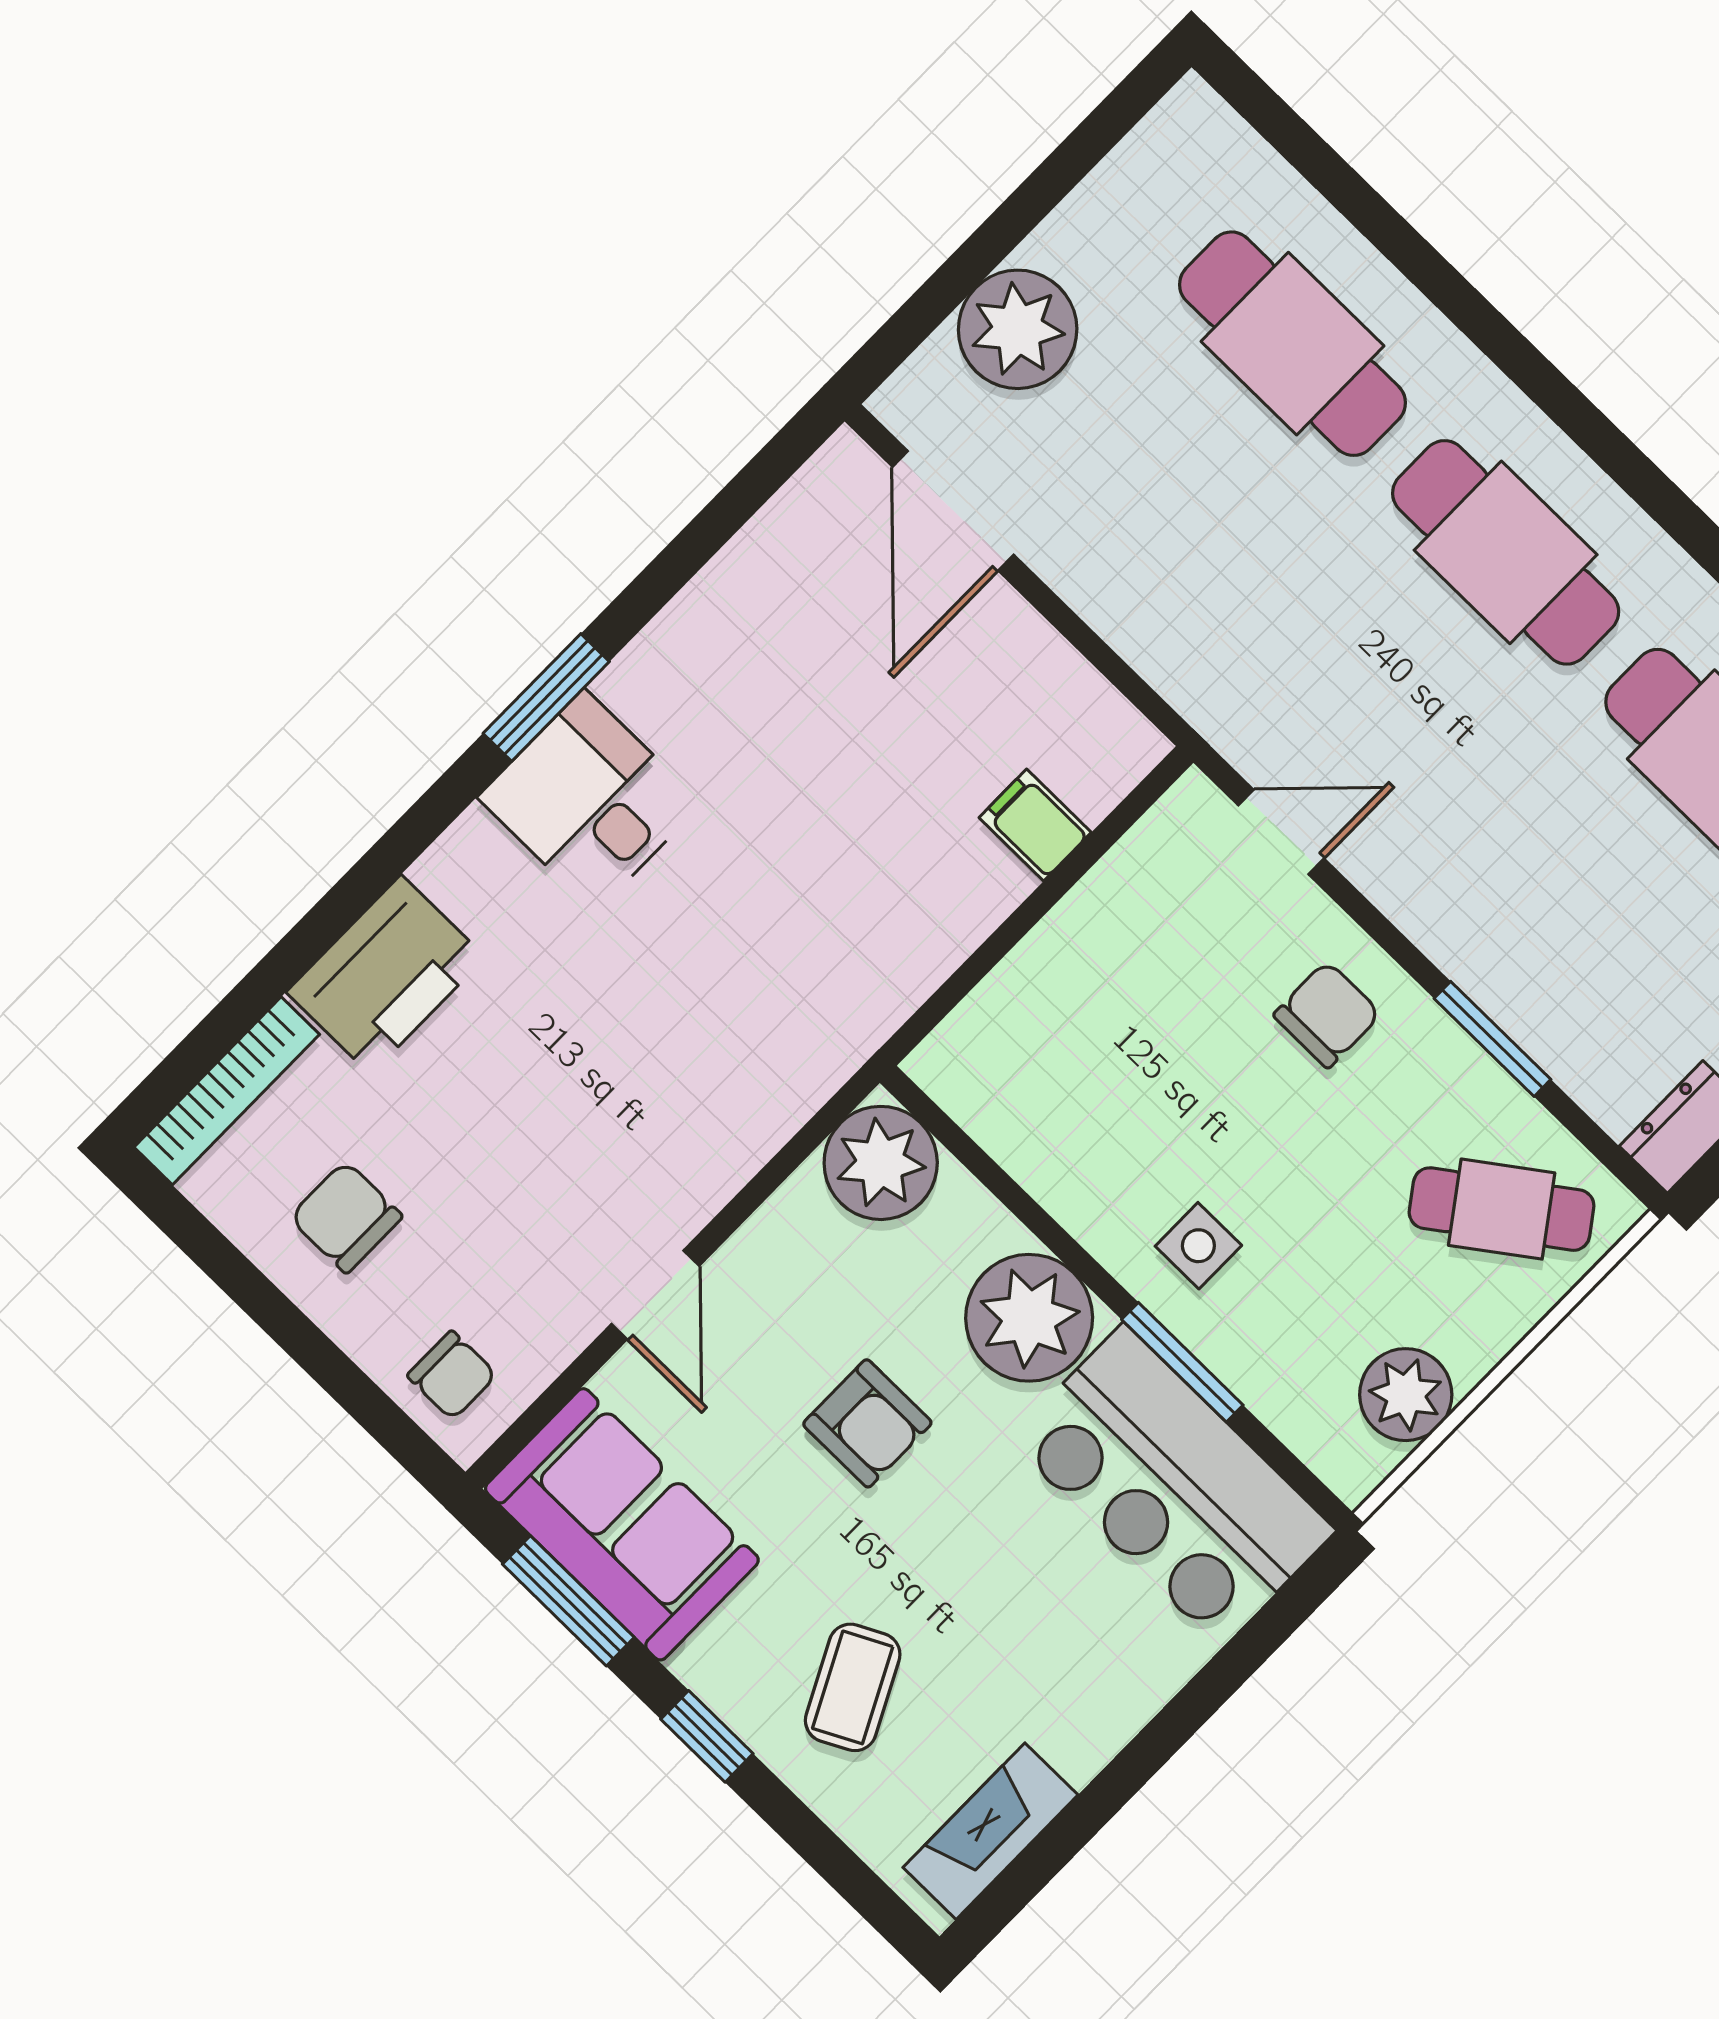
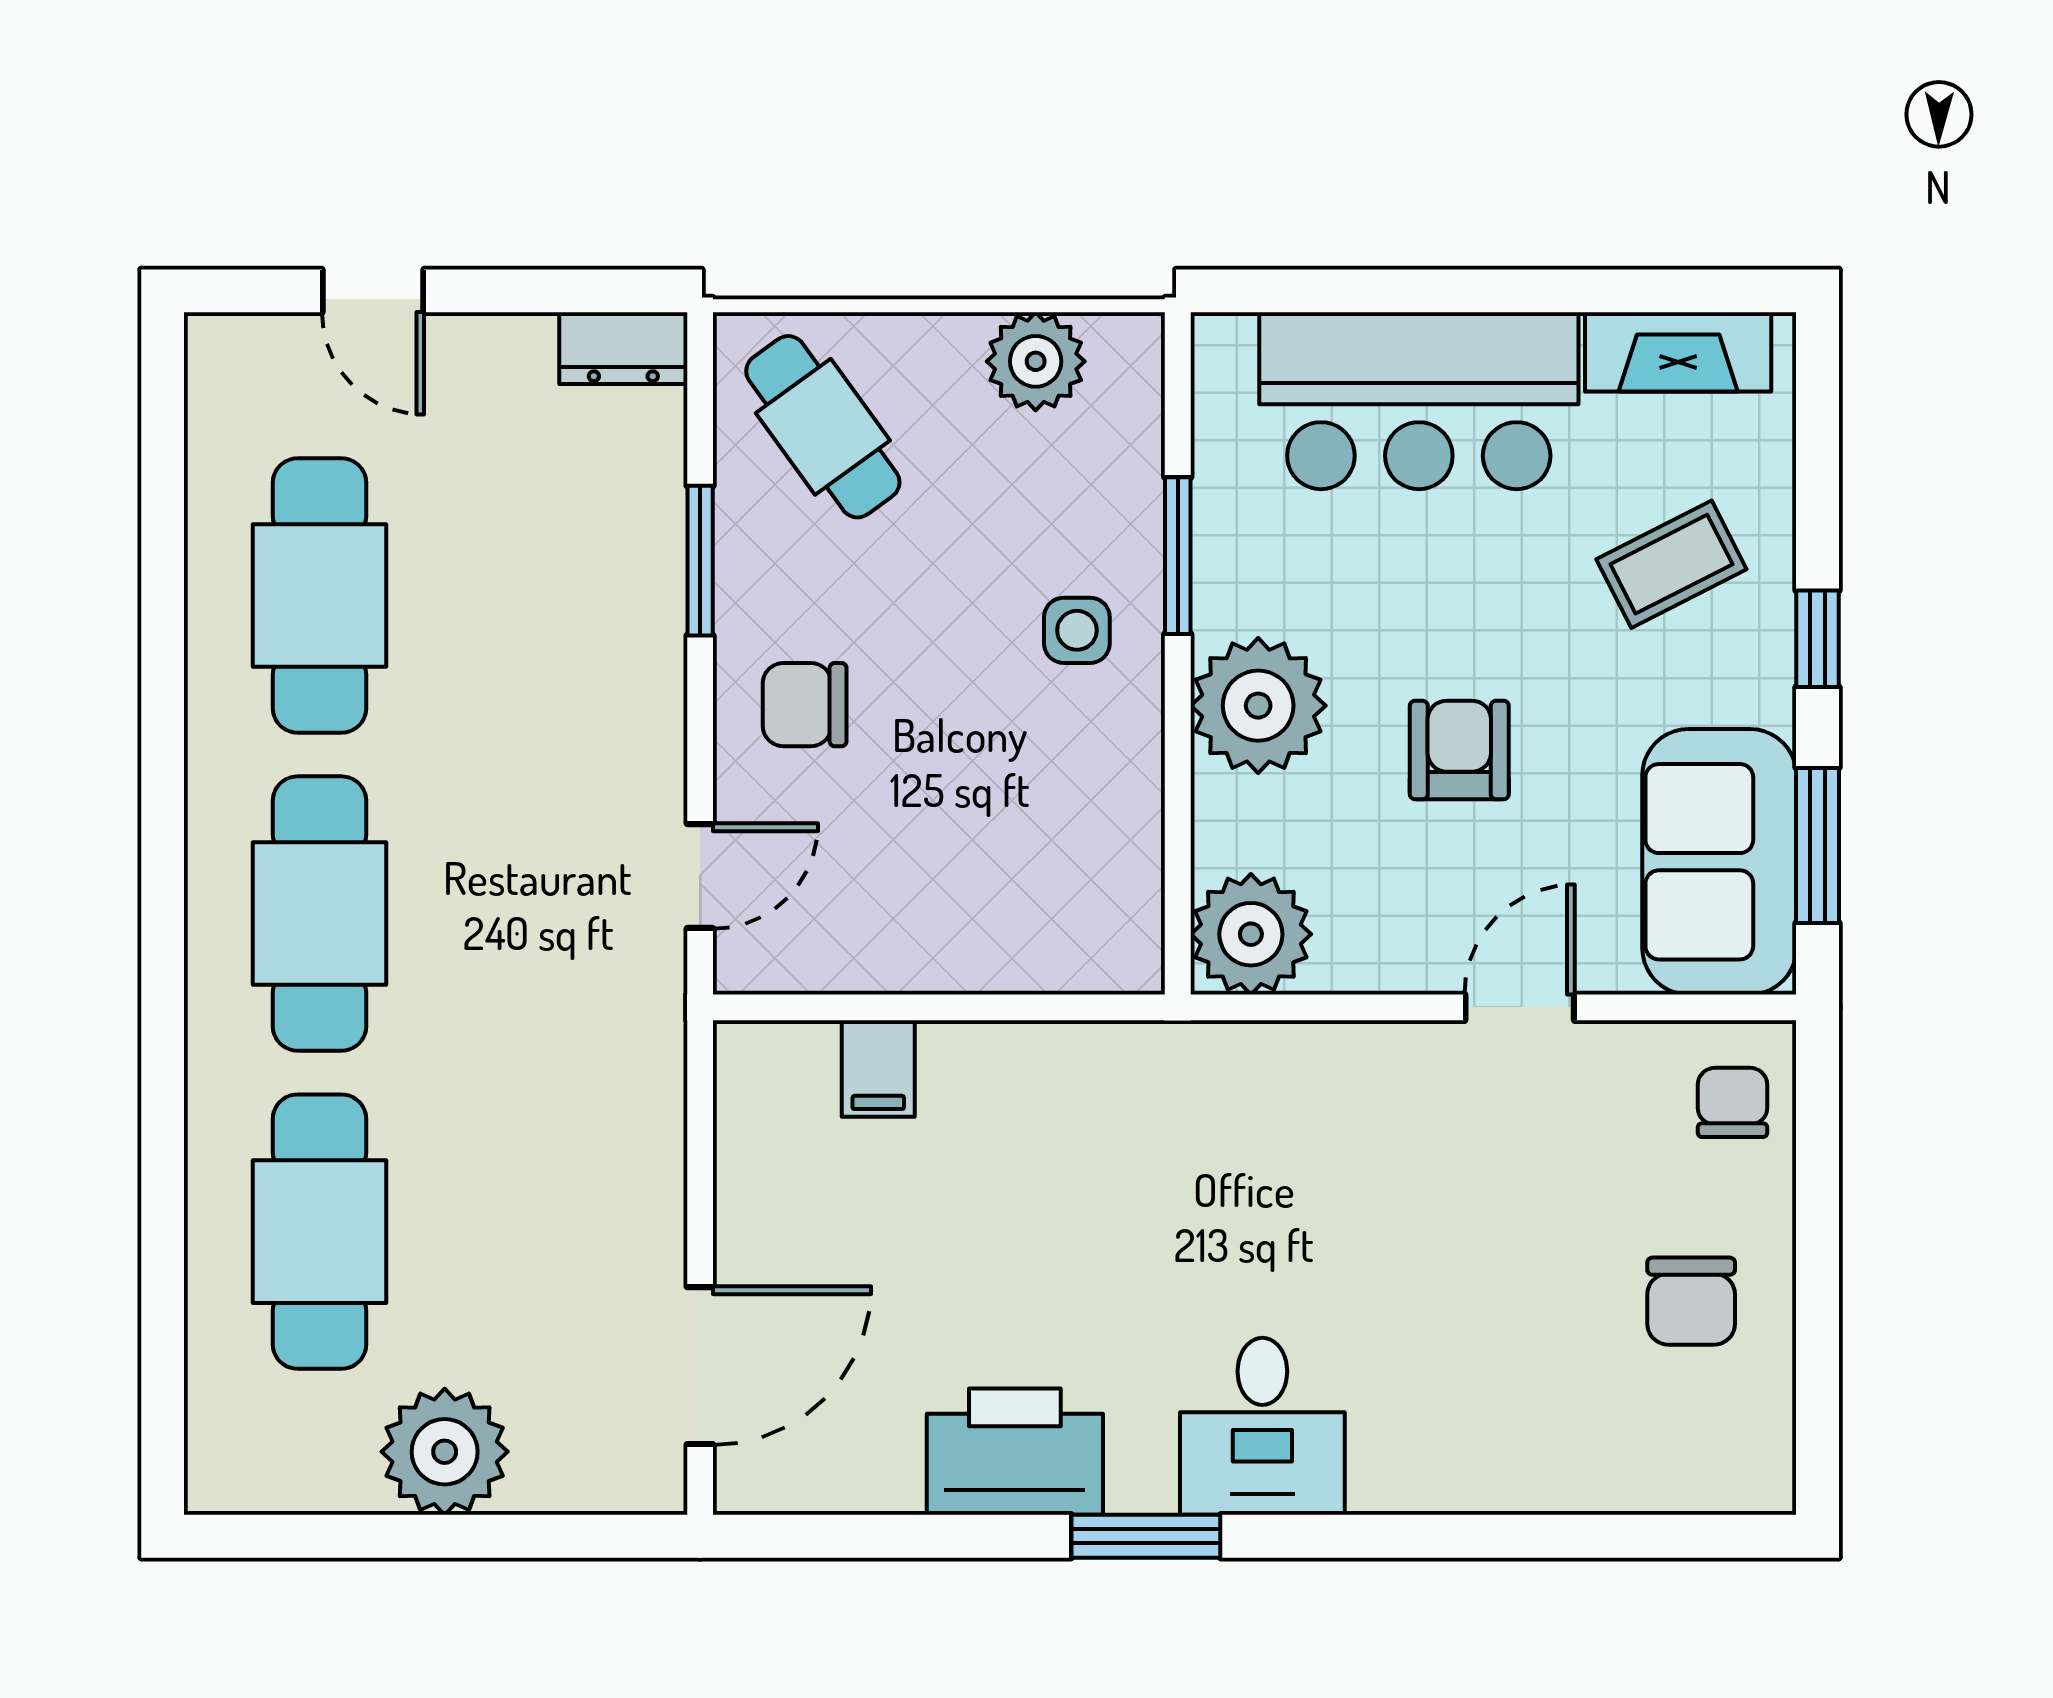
plant: (1018, 329) -> (445, 1452), moved
desk: (590, 800) -> (1262, 1426), moved
door: (1281, 832) -> (700, 876), swing flipped
printer: (386, 975) -> (1015, 1452), moved
bookcase: (227, 1091) -> (1684, 1486), removed
bar counter: (1172, 1485) -> (1419, 401), moved, turned 90

